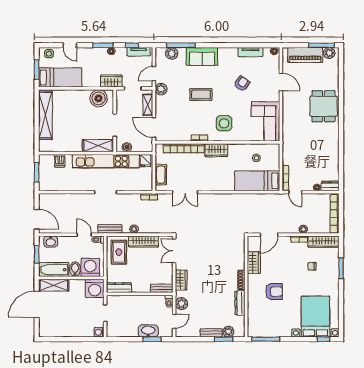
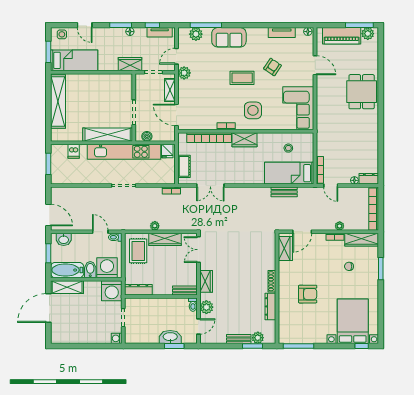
coffee table: (201, 94) -> (242, 78), moved
boiler: (99, 98) -> (116, 83), removed
shelving: (98, 146) -> (108, 135), width x1.47
bench: (110, 229) -> (284, 192), moved
wardrobe: (254, 263) -> (285, 249), moved

